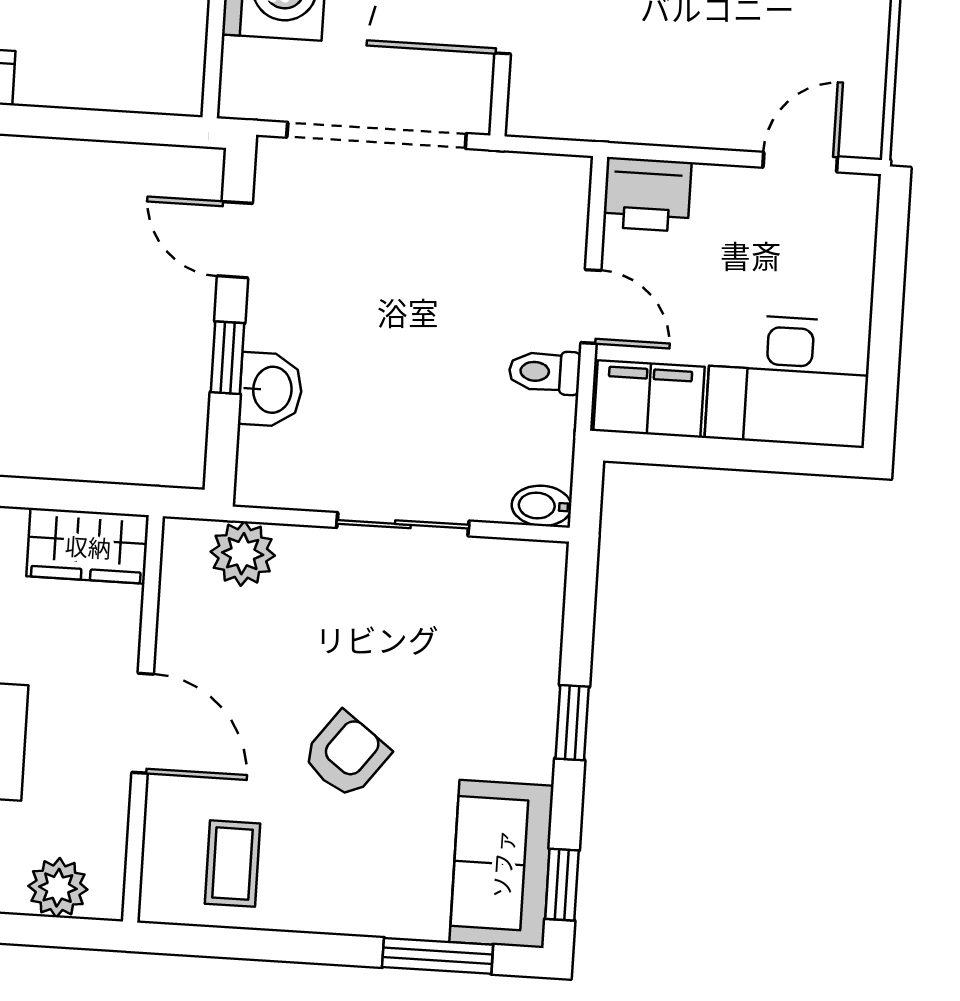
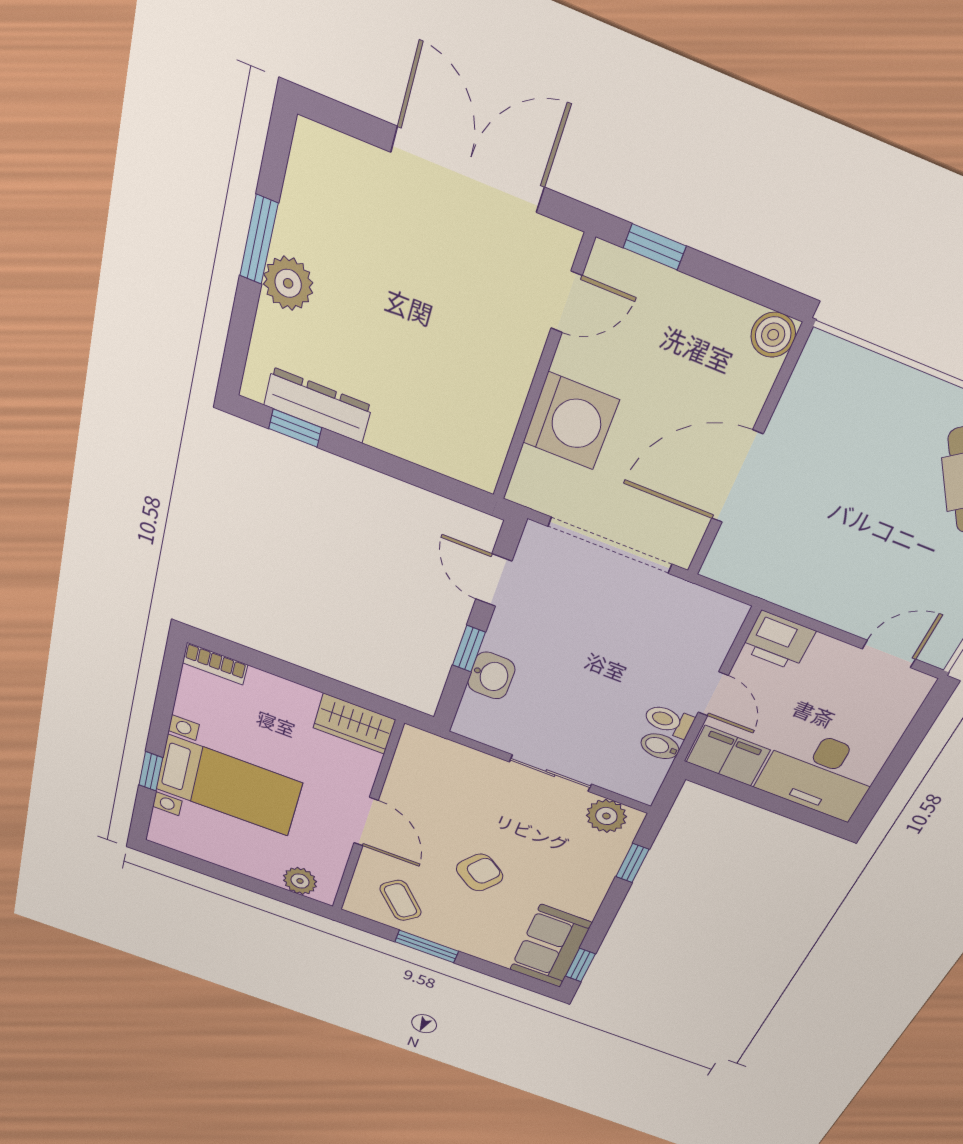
bidet: (542, 506) -> (660, 746), moved
plant: (243, 554) -> (606, 816), moved
window: (572, 723) -> (632, 863), moved
coffee table: (232, 864) -> (401, 900), turned -41
window: (438, 956) -> (427, 947), moved

